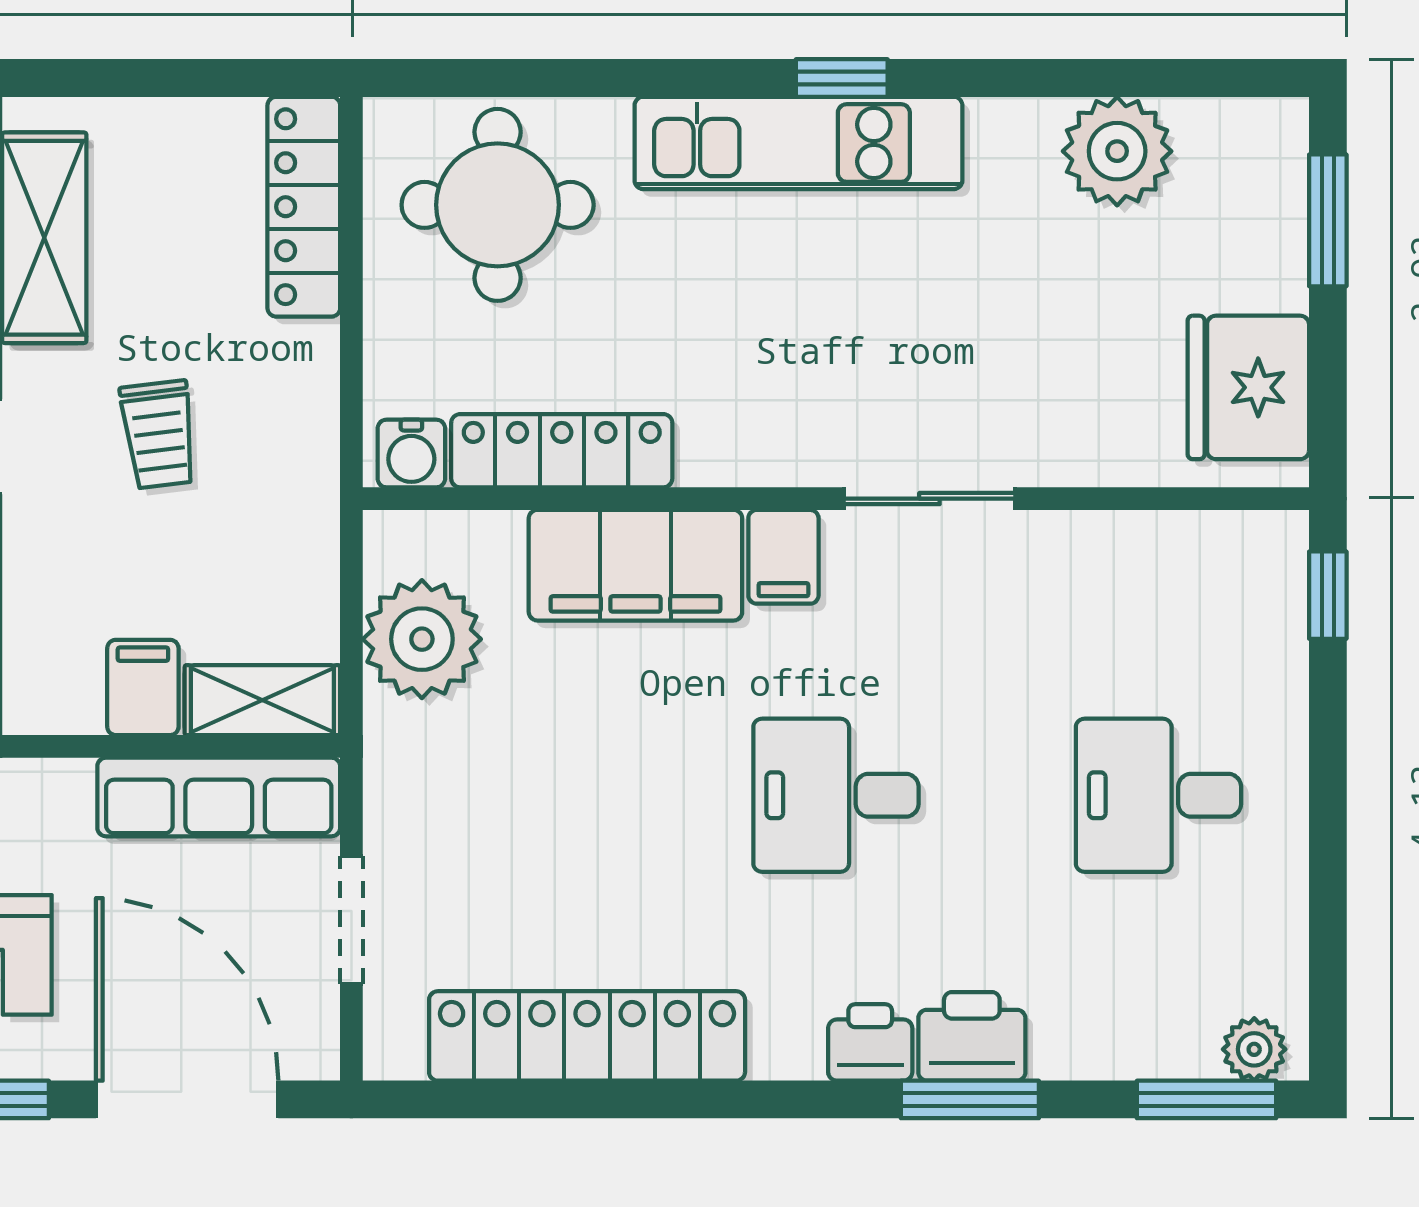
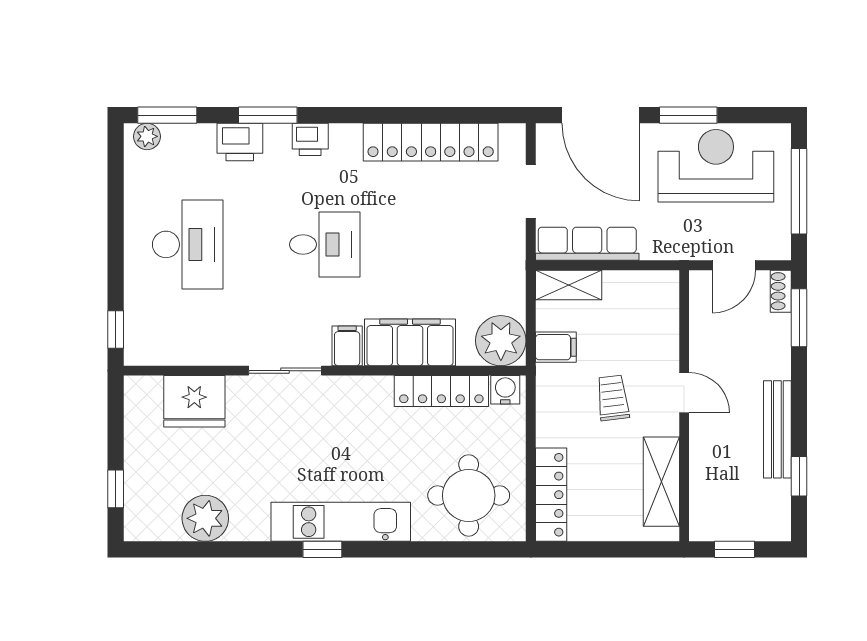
window: (1328, 220) -> (116, 489), width x0.67
fridge: (1248, 387) -> (194, 401), moved, turned 90
plant: (422, 639) -> (501, 341), moved
filing cabinet: (143, 687) -> (556, 347), moved, turned -90
desk: (1158, 795) -> (188, 244), width x1.37
printer: (972, 1036) -> (240, 142), moved

